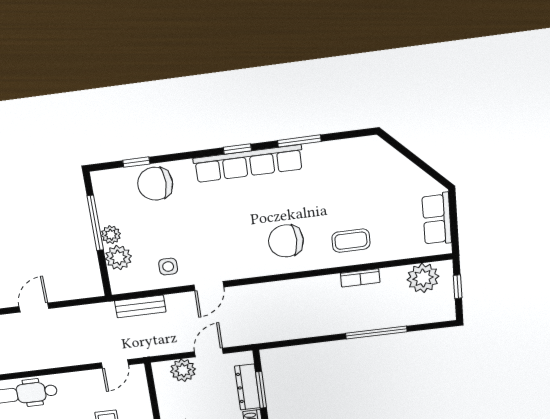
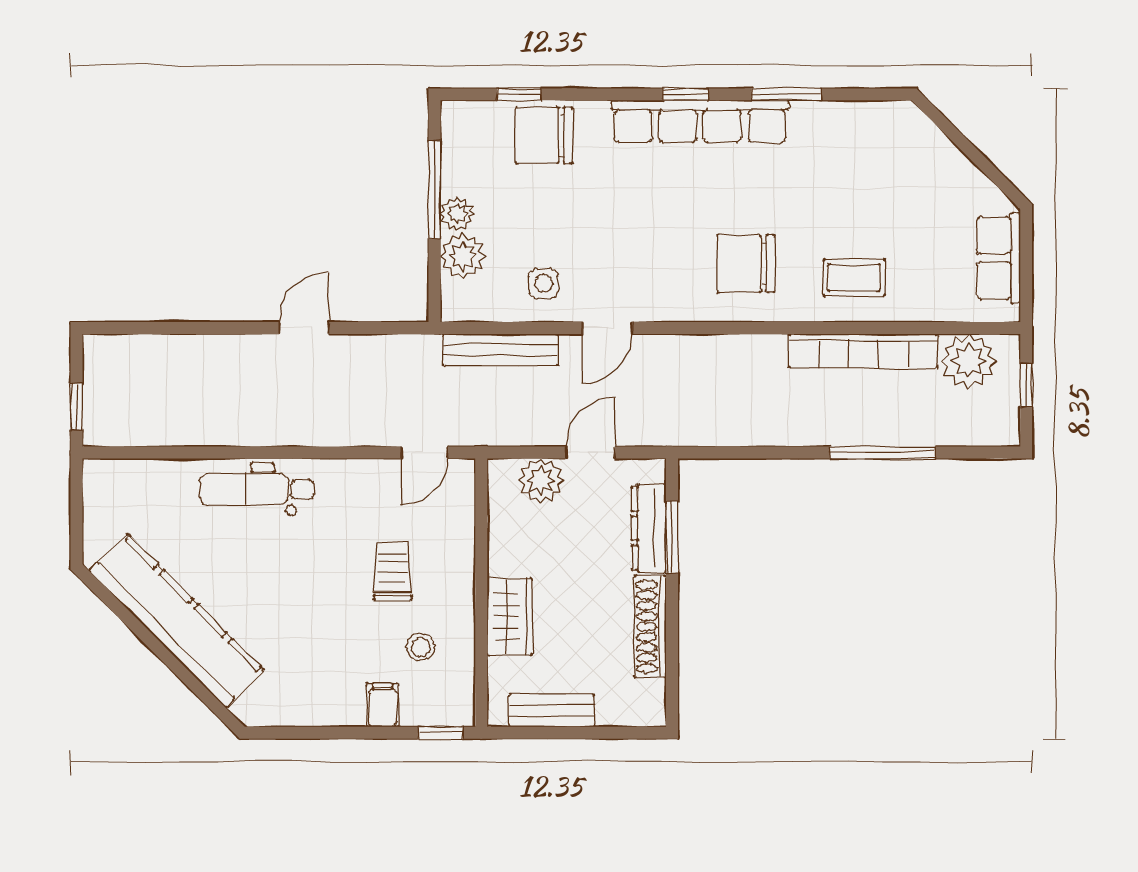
bookcase: (360, 278) -> (864, 351), width x2.31, depth x1.31
bench: (140, 306) -> (501, 350), width x1.36

